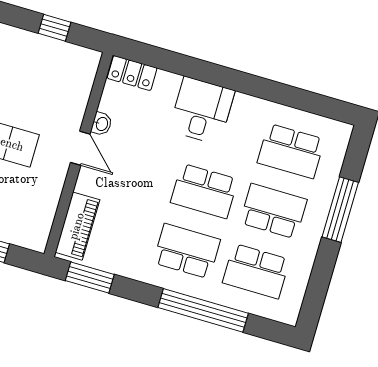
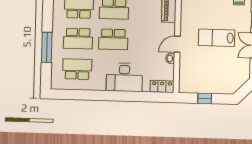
desk: (202, 111) -> (124, 77), width x1.37
door: (80, 148) -> (177, 44), hinge flipped
school desk: (204, 191) -> (113, 39), turned 180

